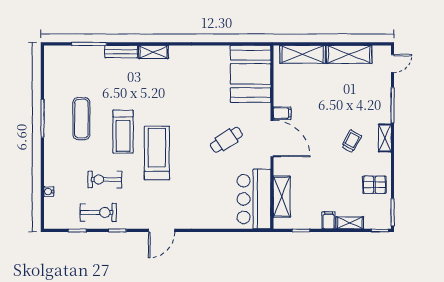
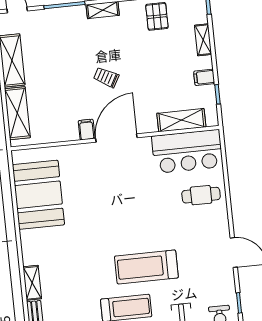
booth: (251, 74) -> (38, 195), moved, turned 90
cafe table: (226, 140) -> (201, 195), moved, turned -57
trolley: (351, 141) -> (106, 77), moved
filing cabinet: (329, 220) -> (204, 77), moved

